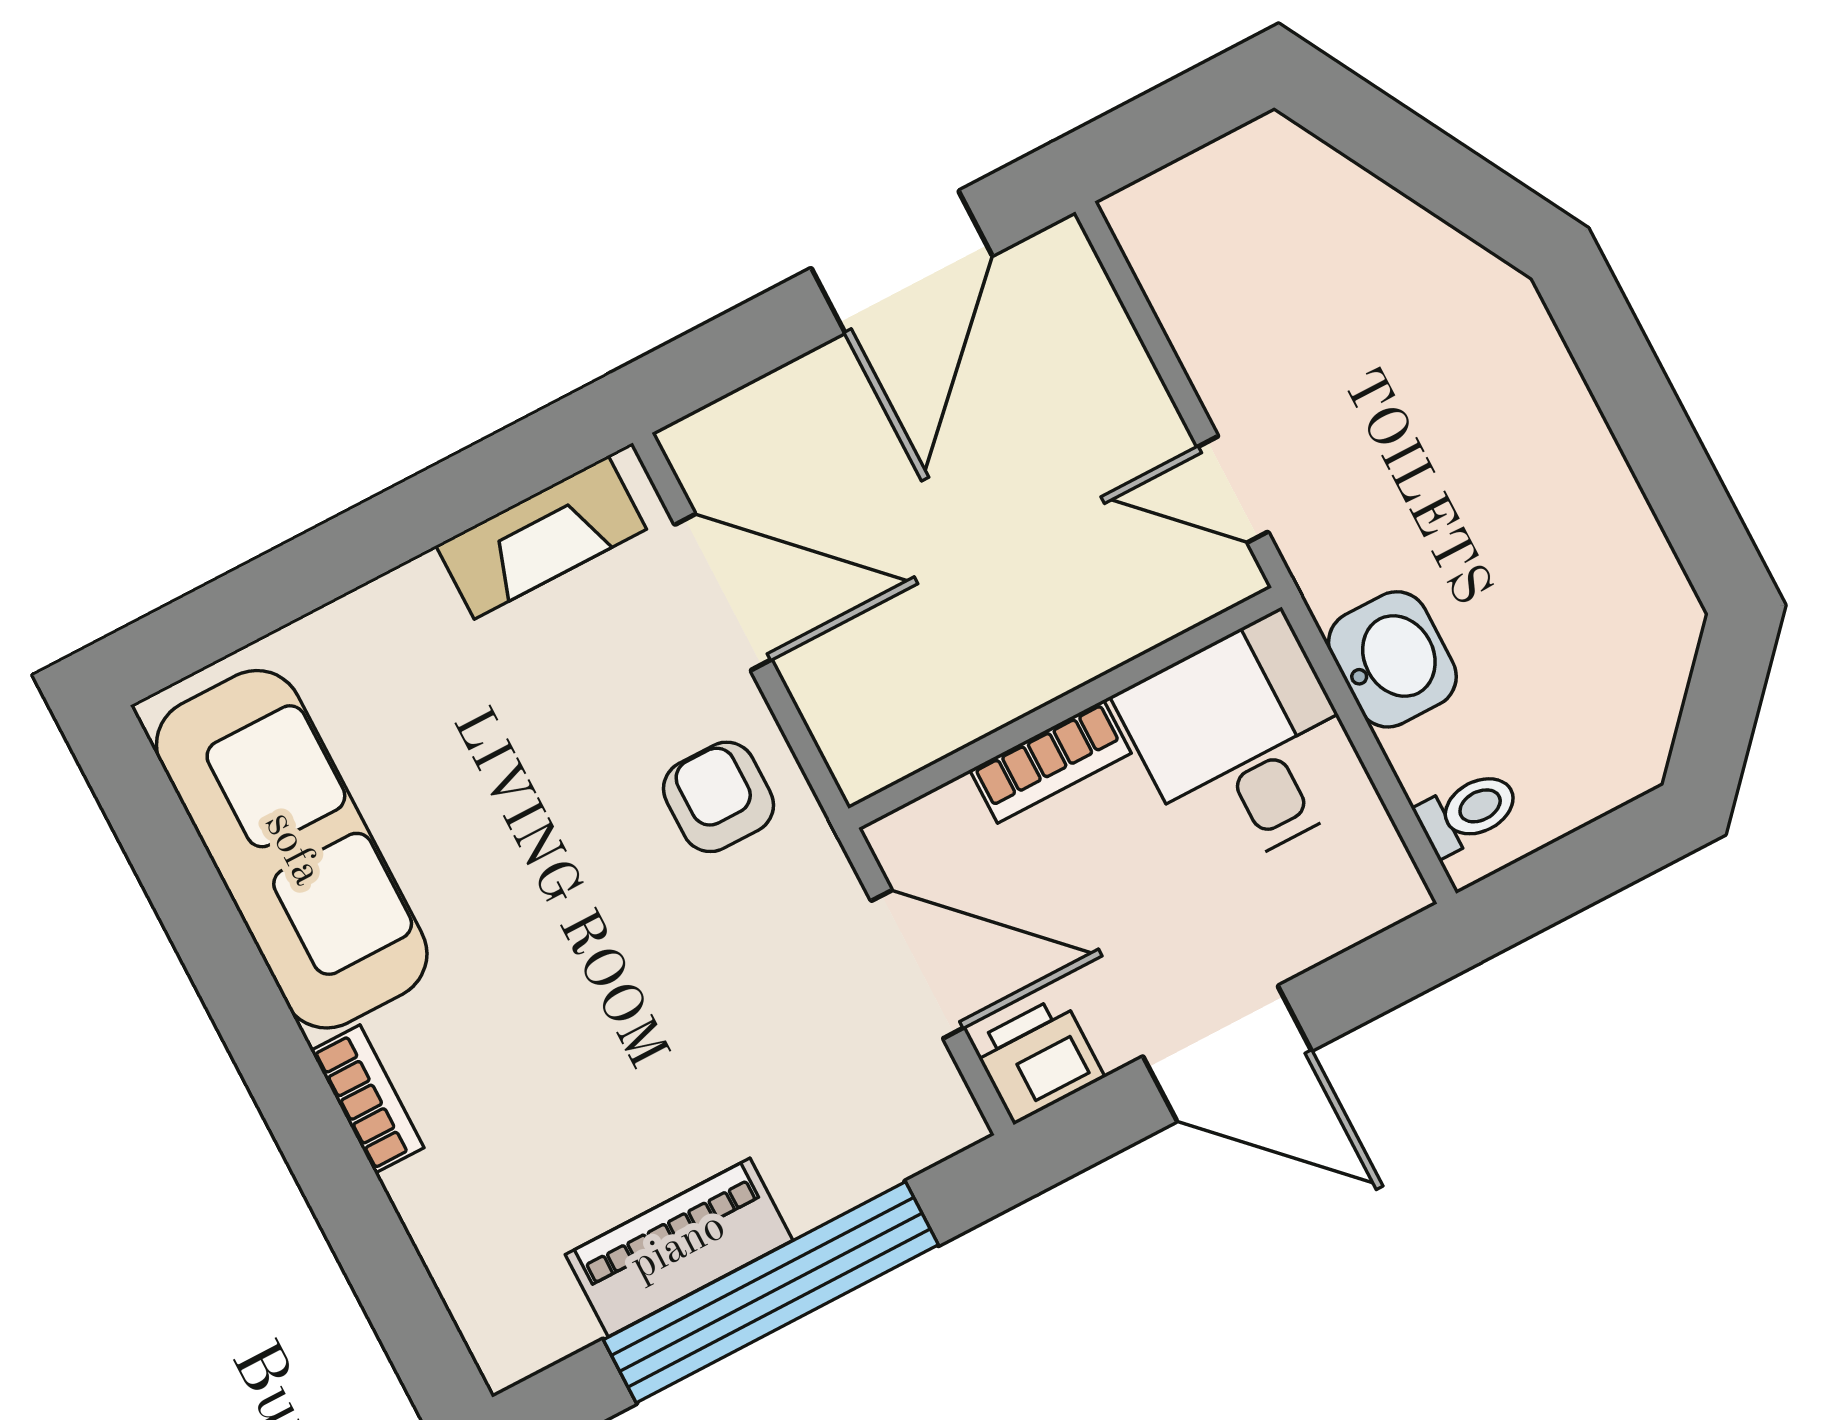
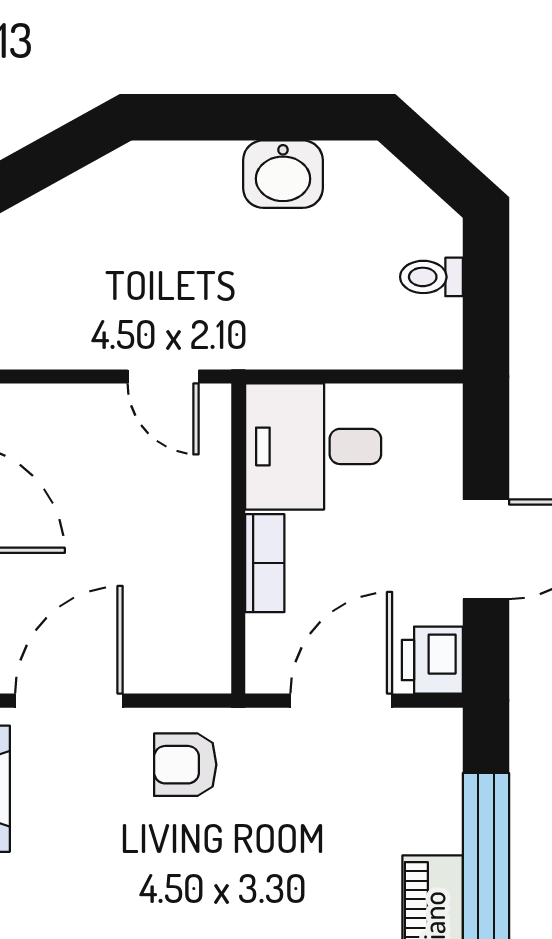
door: (1233, 489) -> (163, 376), hinge flipped
washbasin: (1392, 659) -> (283, 174), moved, turned 180
toilet: (1468, 812) -> (431, 277), moved, turned -90

